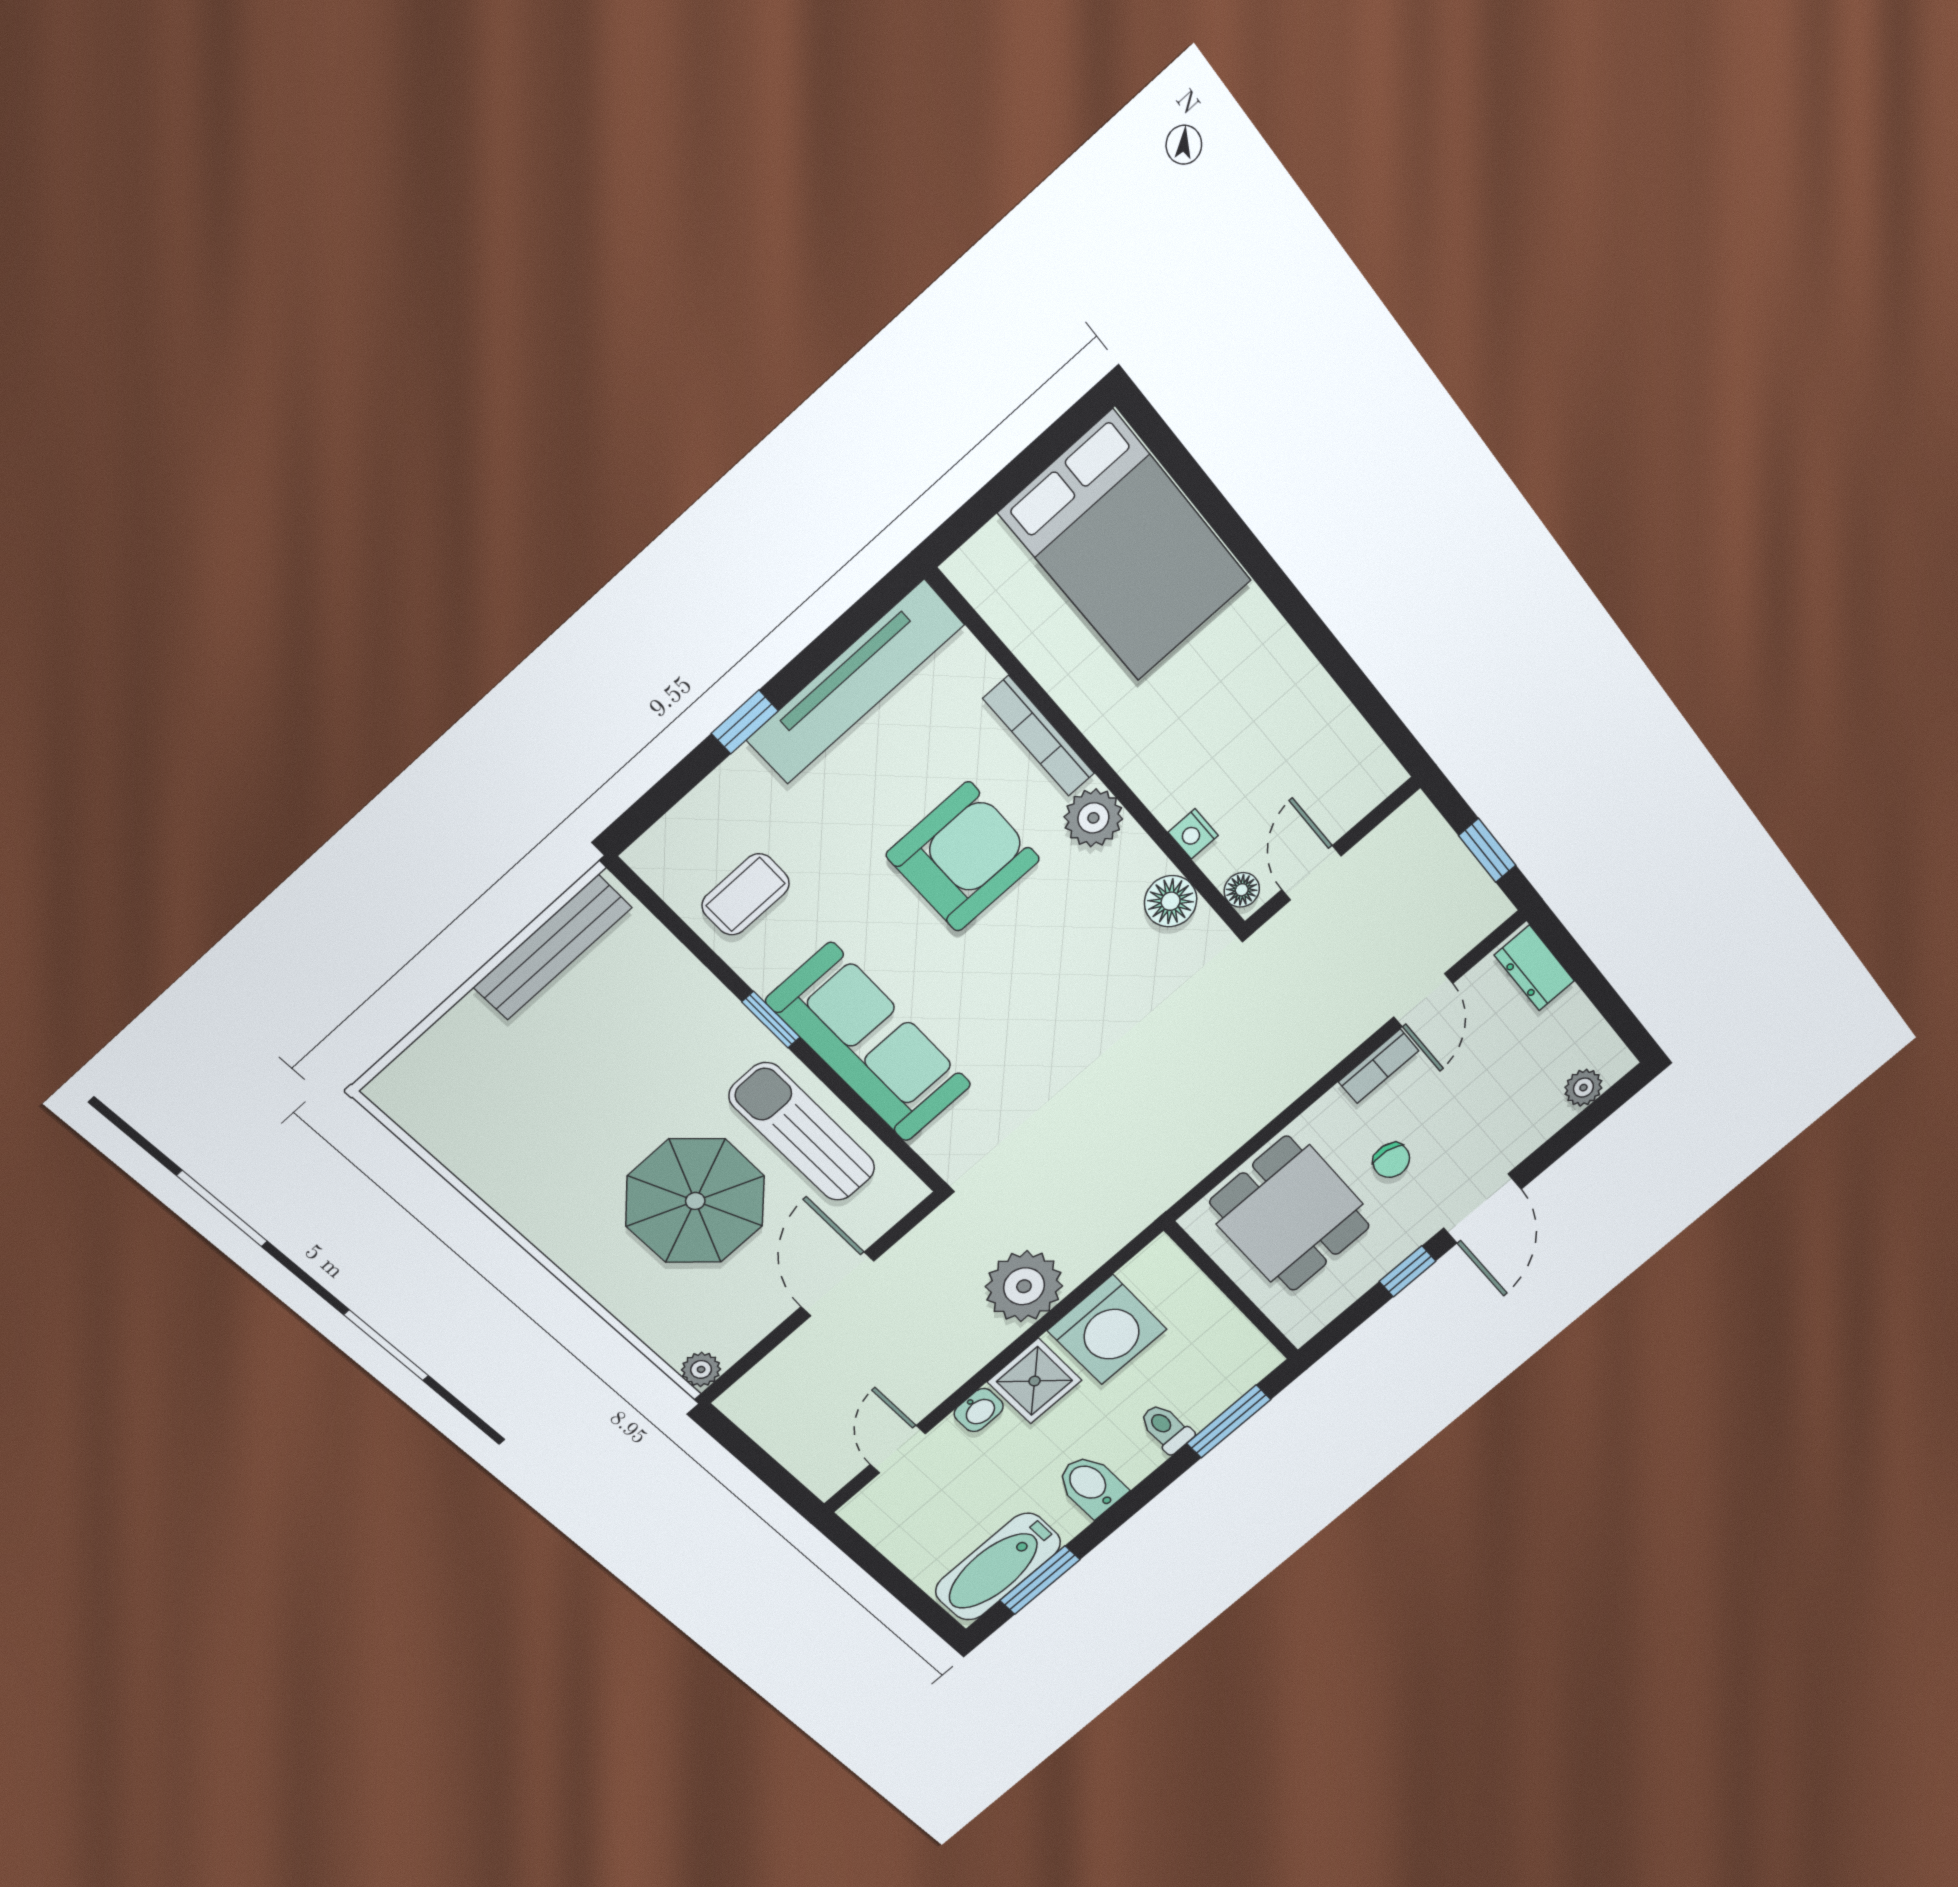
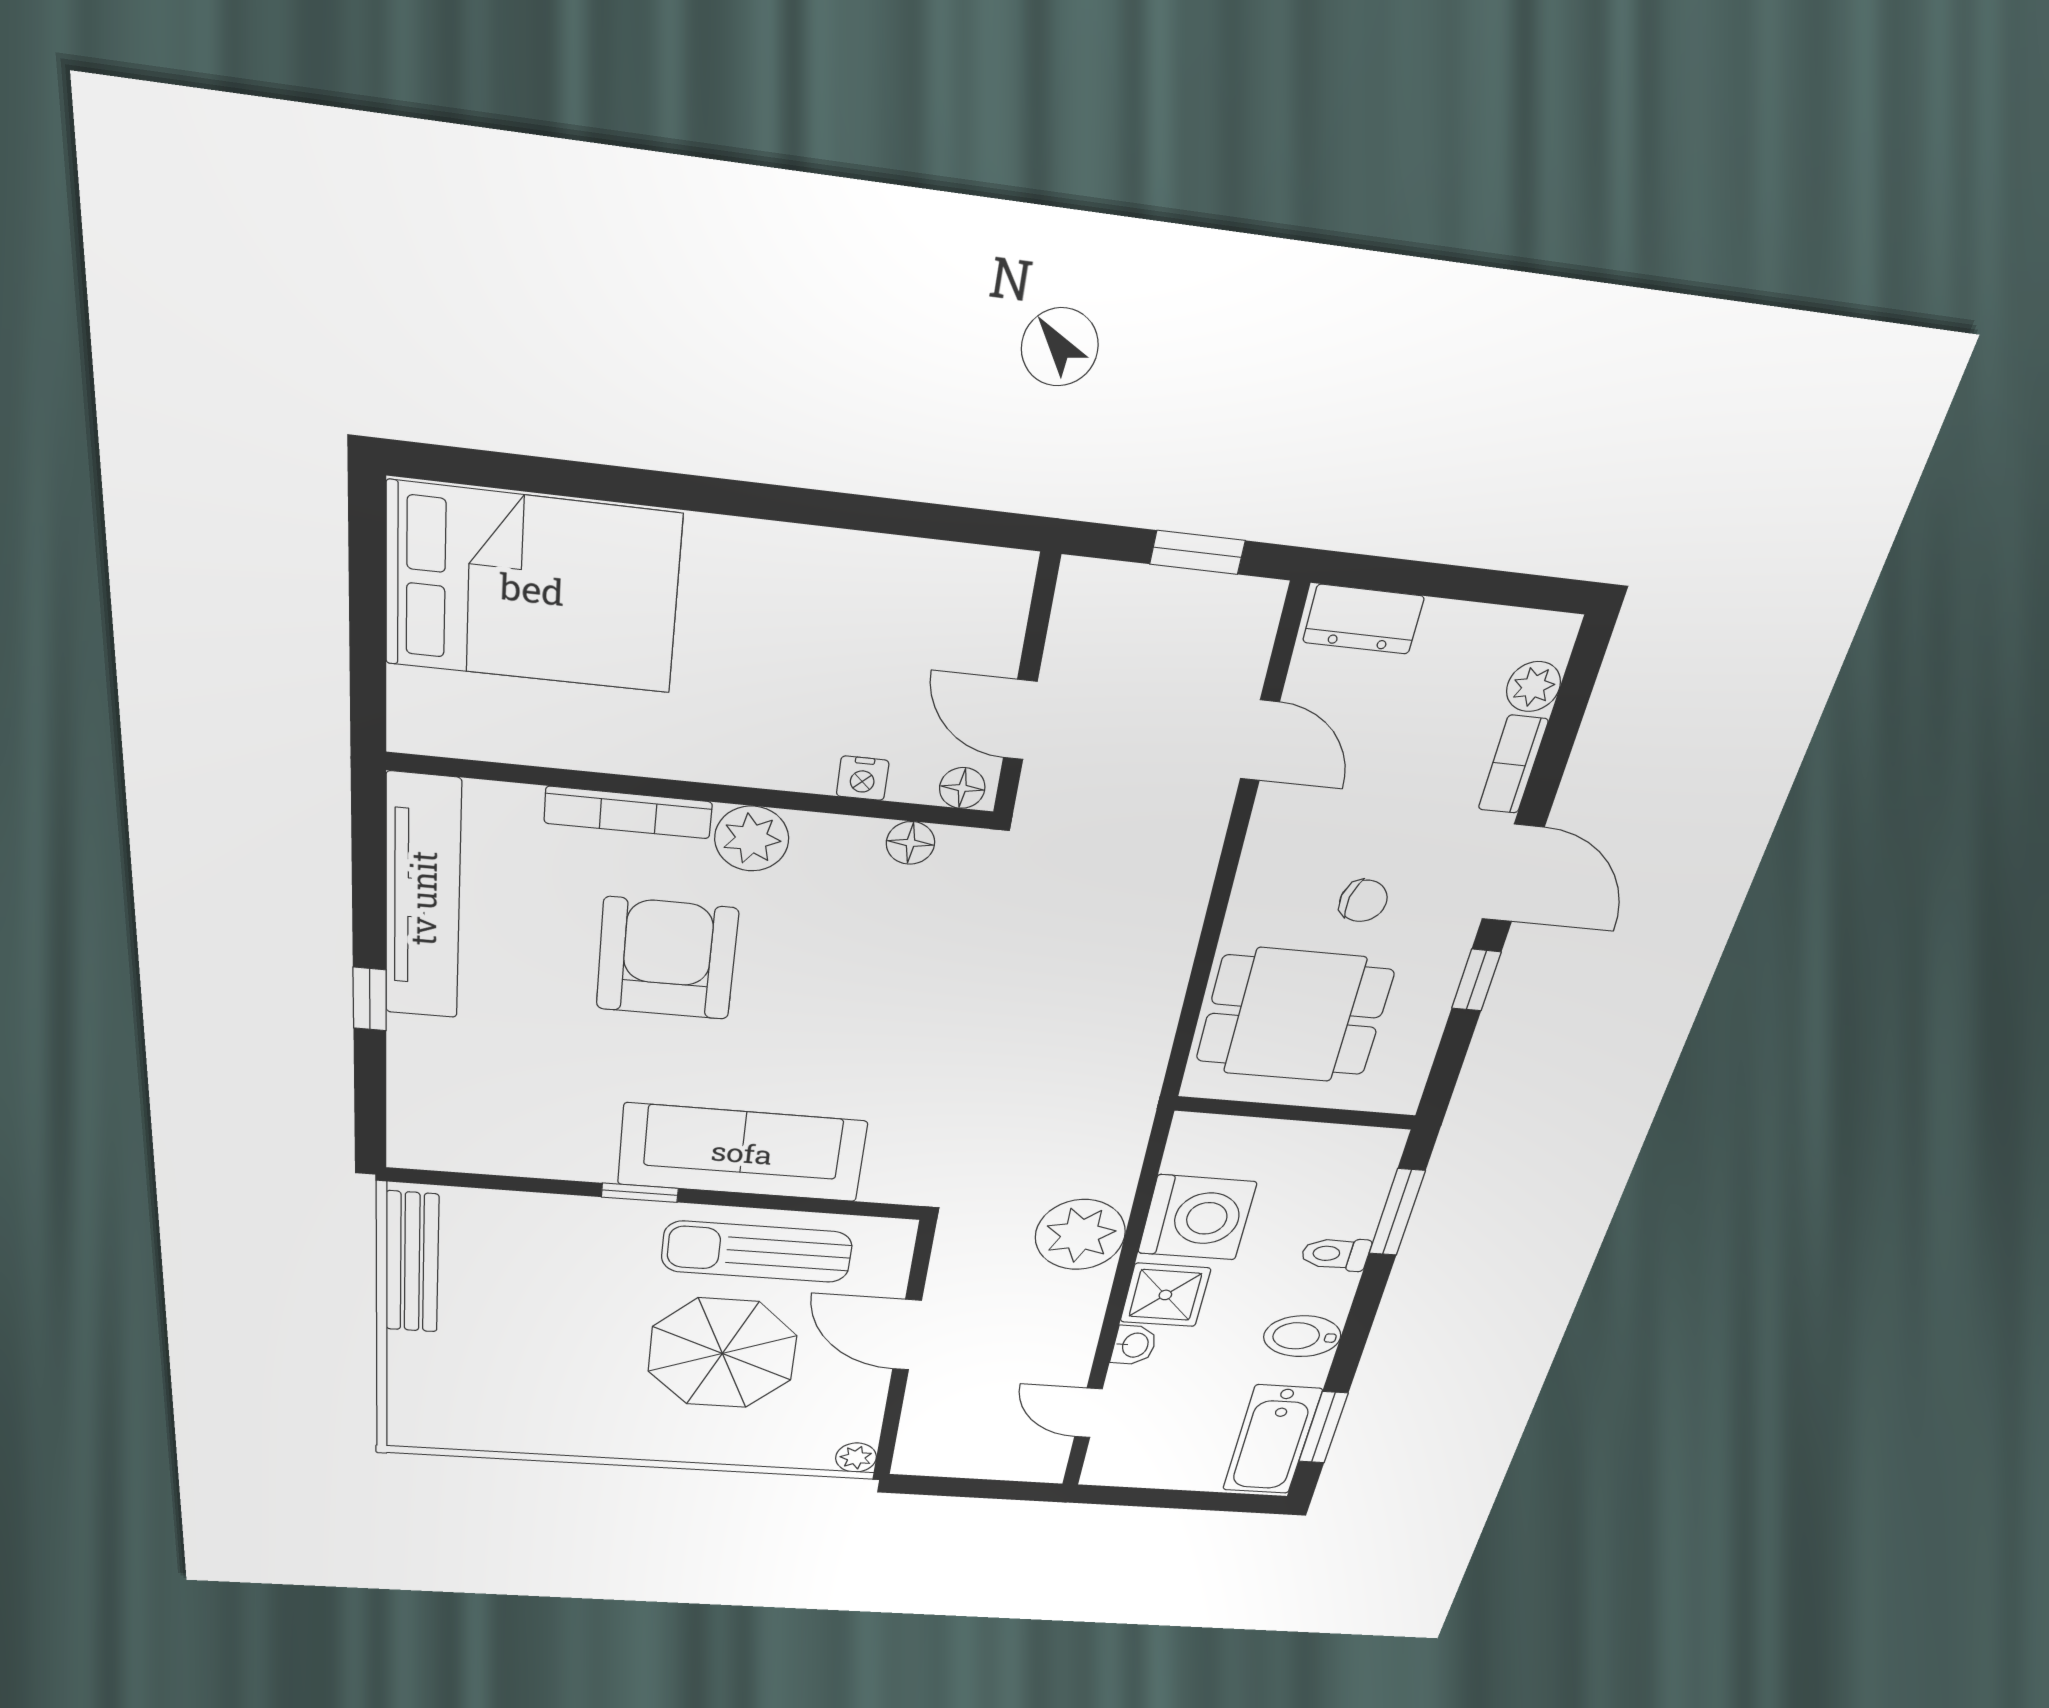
coffee table: (746, 894) -> (516, 1121), removed
floor lamp: (1171, 901) -> (910, 843), width x0.73, depth x0.73
bookcase: (1379, 1066) -> (1513, 765), moved, turned 180

